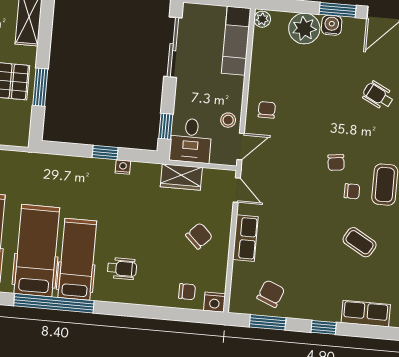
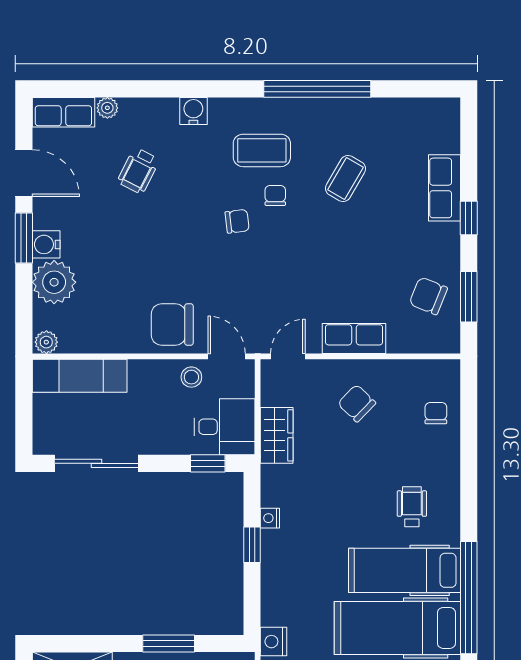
chair: (267, 110) -> (172, 324), width x1.87, depth x1.87
nightstand: (214, 302) -> (274, 642), moved, turned 180
row of seats: (366, 314) -> (444, 188), moved

